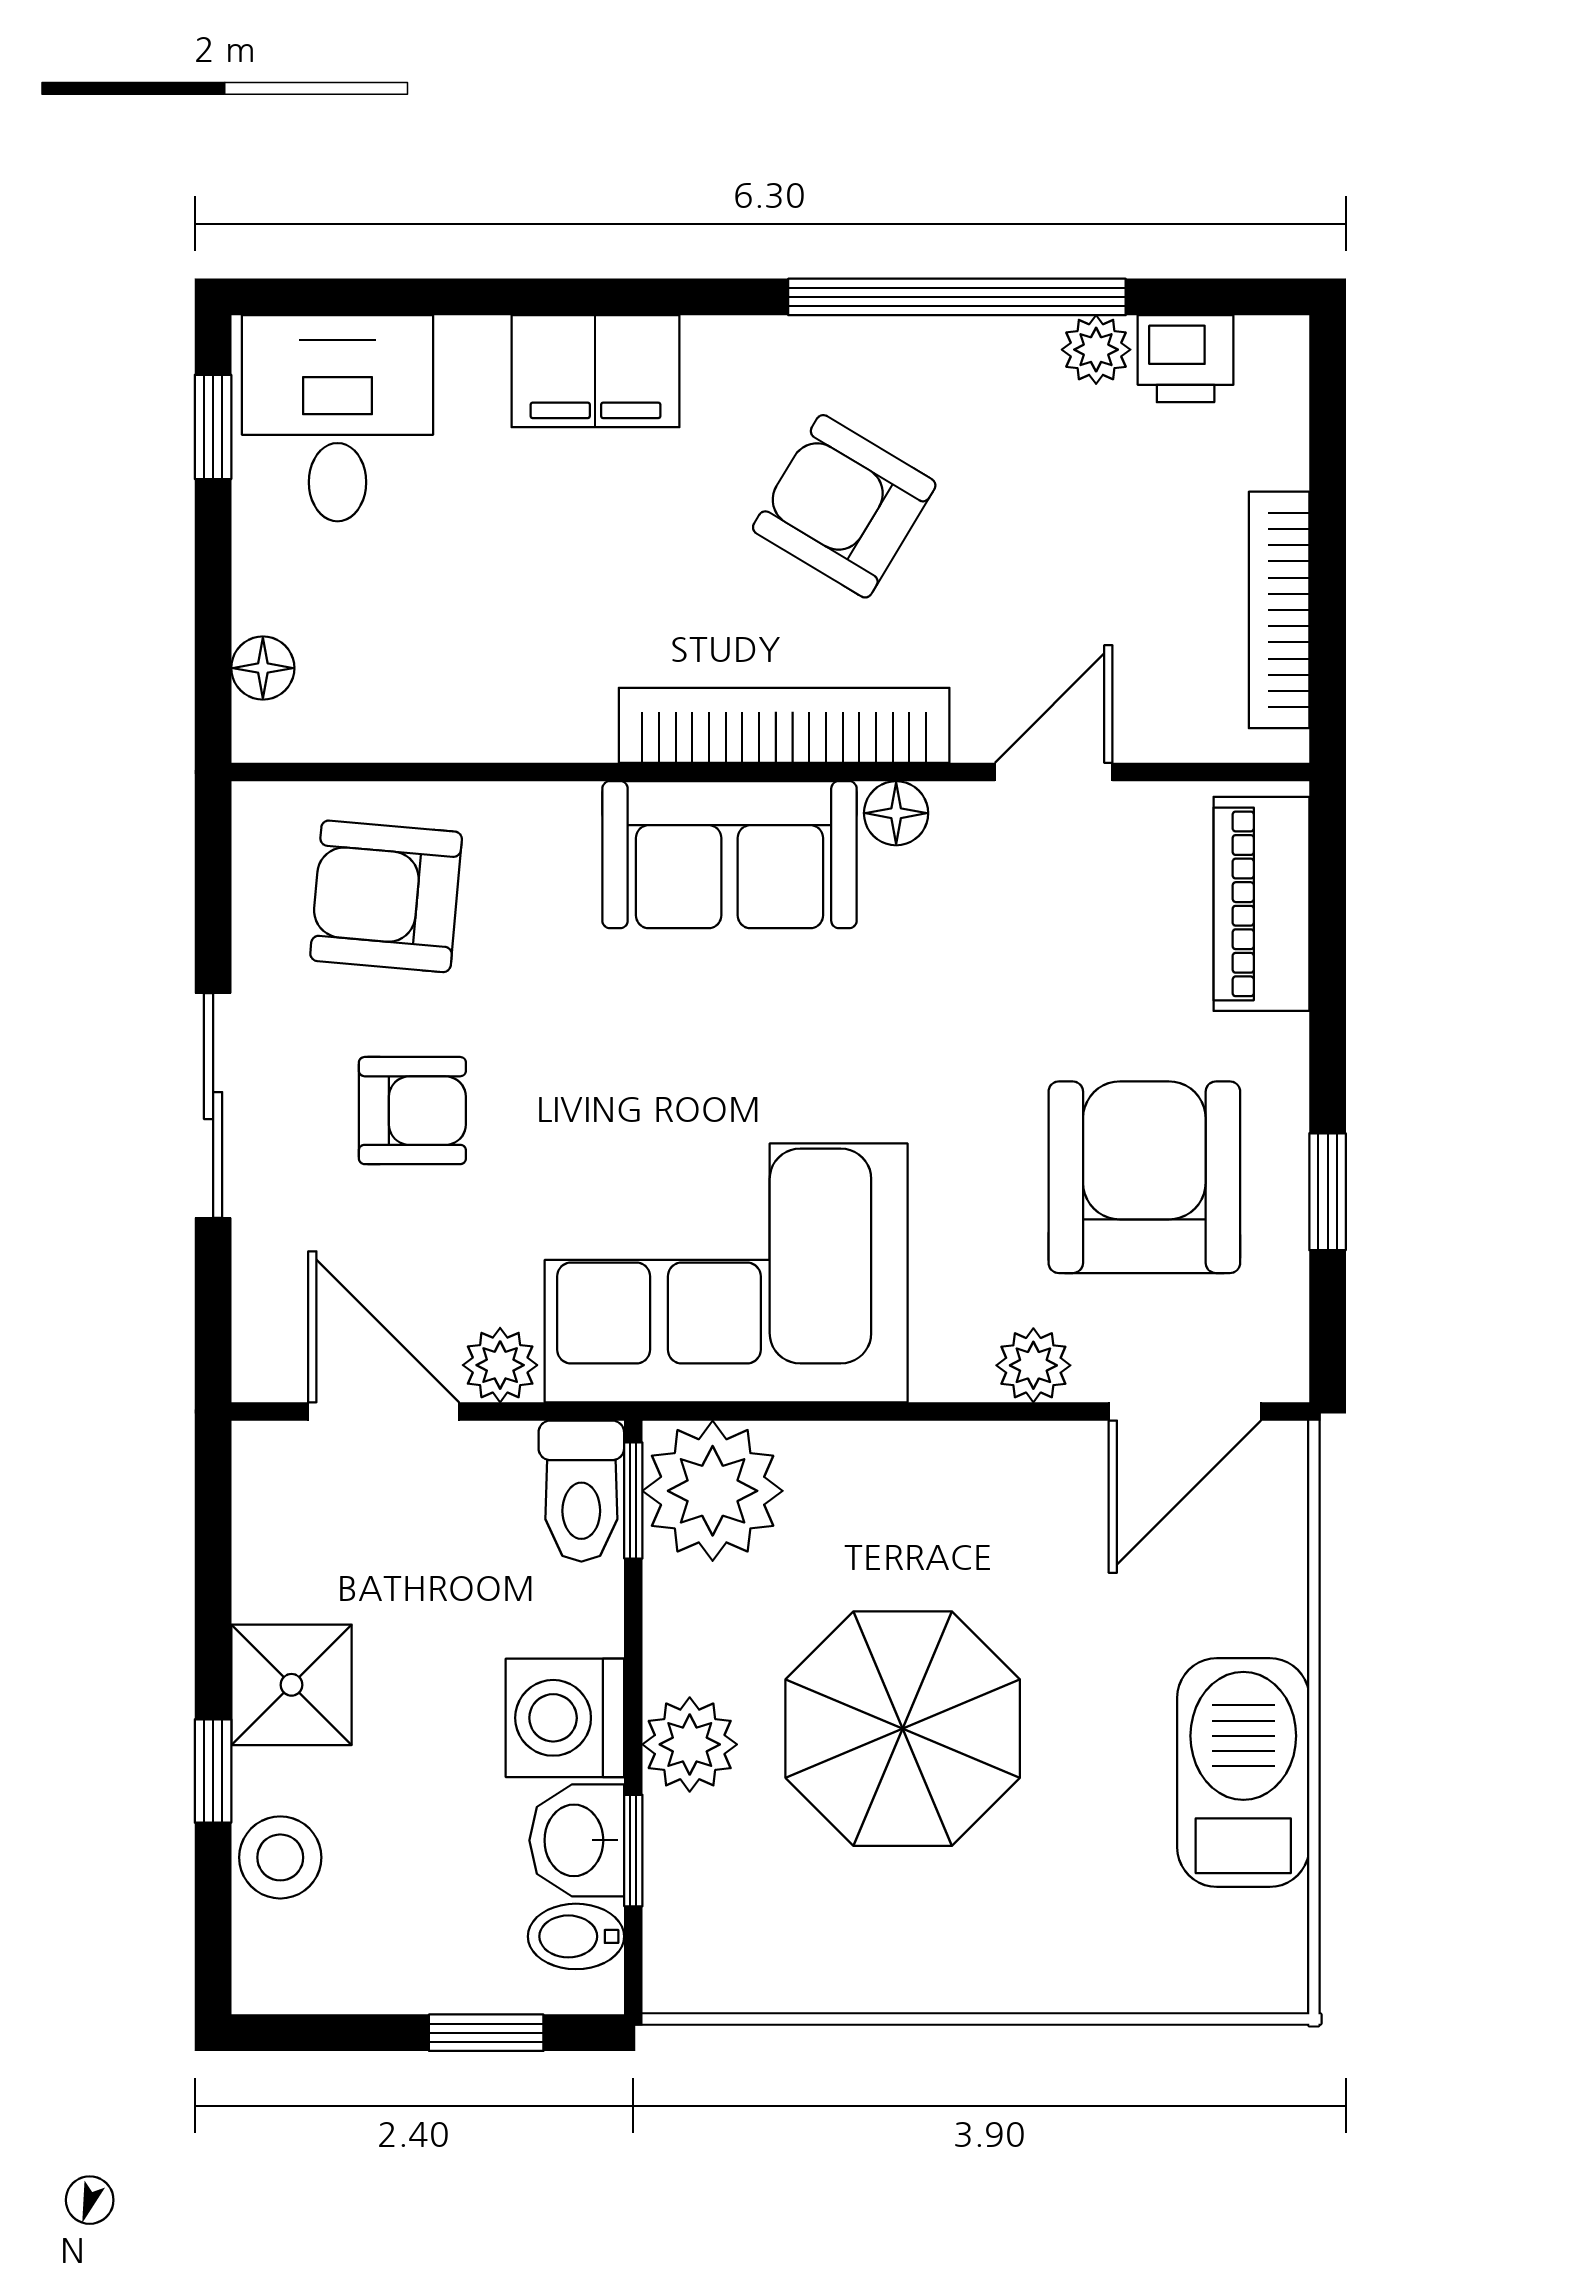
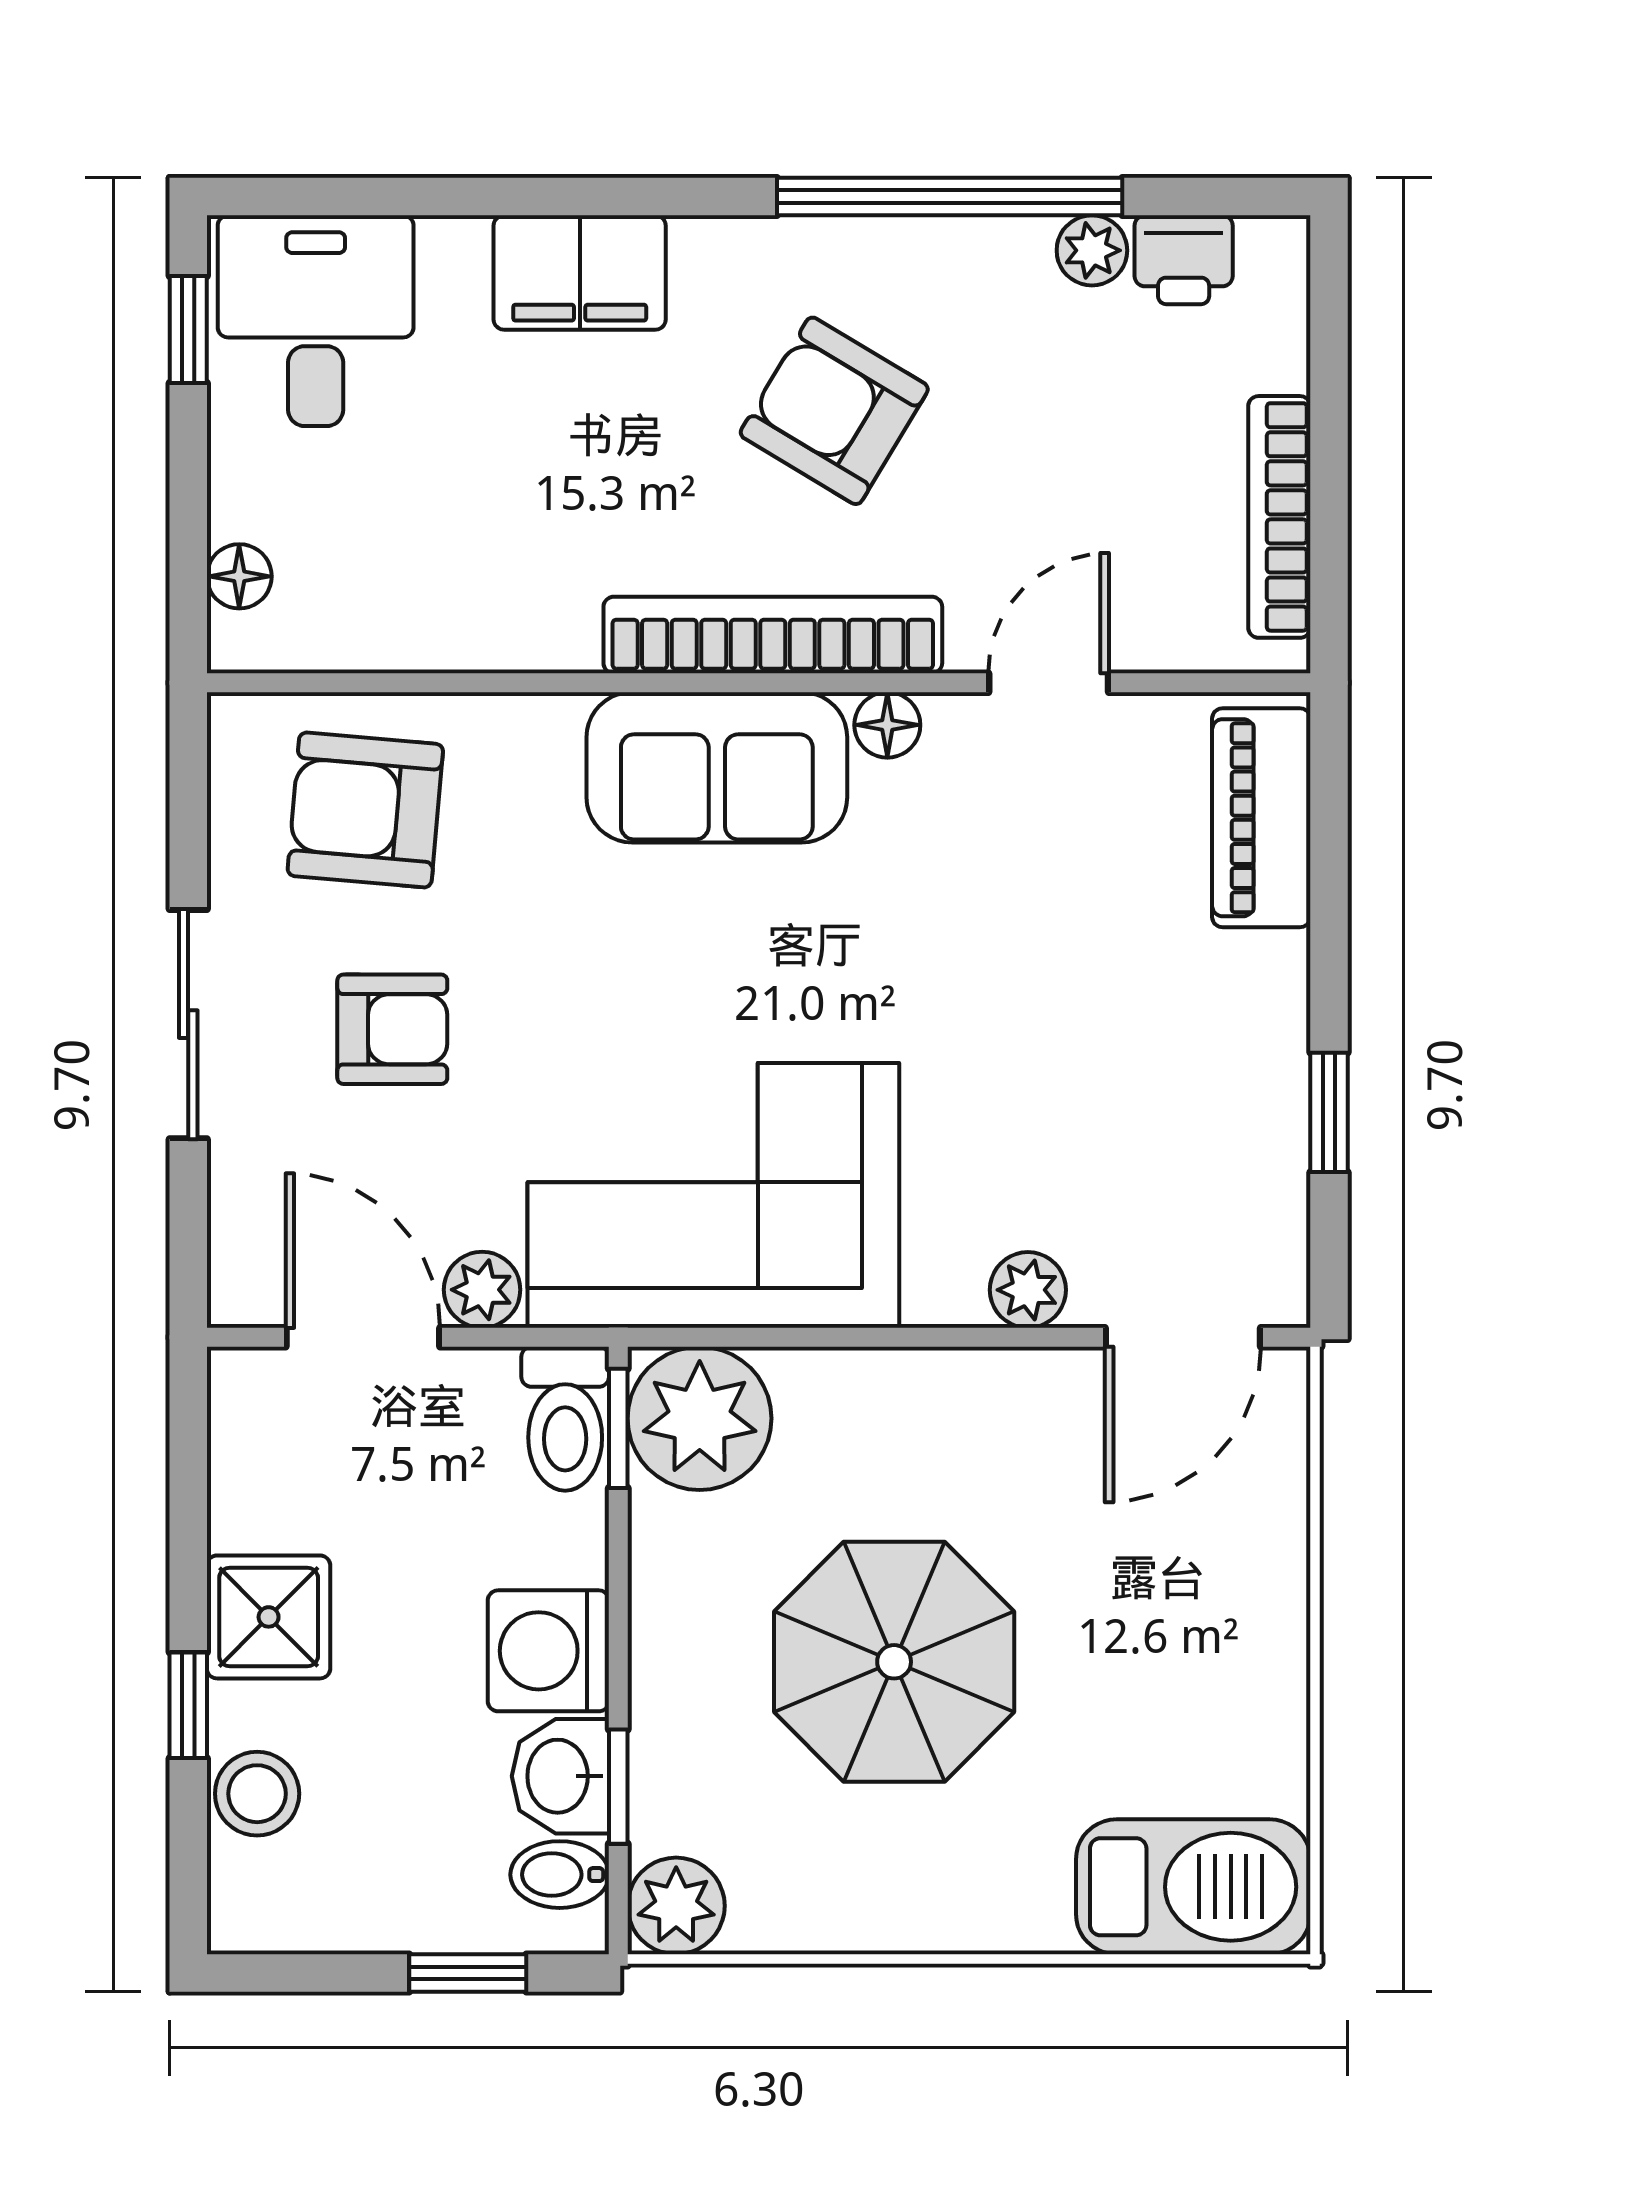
armchair: (1144, 1177) -> (1141, 1098), removed
plant: (690, 1744) -> (676, 1906), moved
barbecue: (1243, 1773) -> (1193, 1887), moved, turned 90

